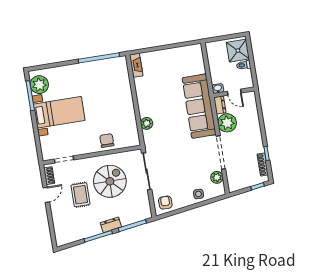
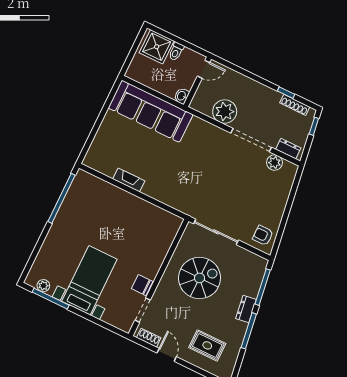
fireplace: (136, 65) -> (129, 180), moved
plant: (39, 85) -> (43, 286), width x0.53, depth x0.53
door: (234, 92) -> (203, 69), moved
dresser: (220, 105) -> (288, 149), moved
sofa: (199, 106) -> (151, 111), moved
plant: (147, 123) -> (166, 197), removed
chair: (107, 140) -> (142, 285), moved
spiral stairs: (110, 181) -> (199, 278), turned 90
side table: (198, 194) -> (278, 194), removed
rug: (81, 195) -> (207, 345), moved

